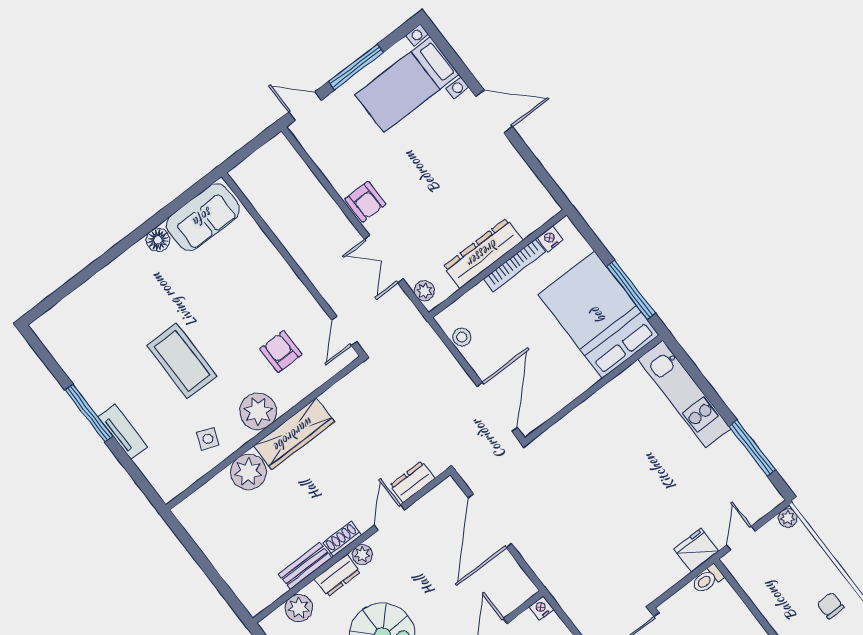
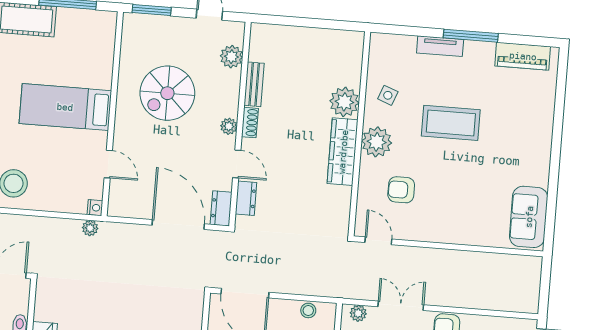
floor lamp: (158, 240) -> (540, 176), removed
piano: (66, 351) -> (523, 56), added
armchair: (281, 351) -> (401, 190), turned 180
dresser: (338, 575) -> (221, 208), moved
plant: (563, 596) -> (90, 228), added

